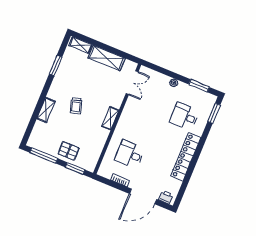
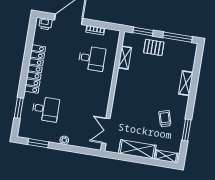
trolley: (76, 106) -> (165, 119), moved
window: (214, 113) -> (19, 108), moved
shelving: (110, 118) -> (125, 58), moved

